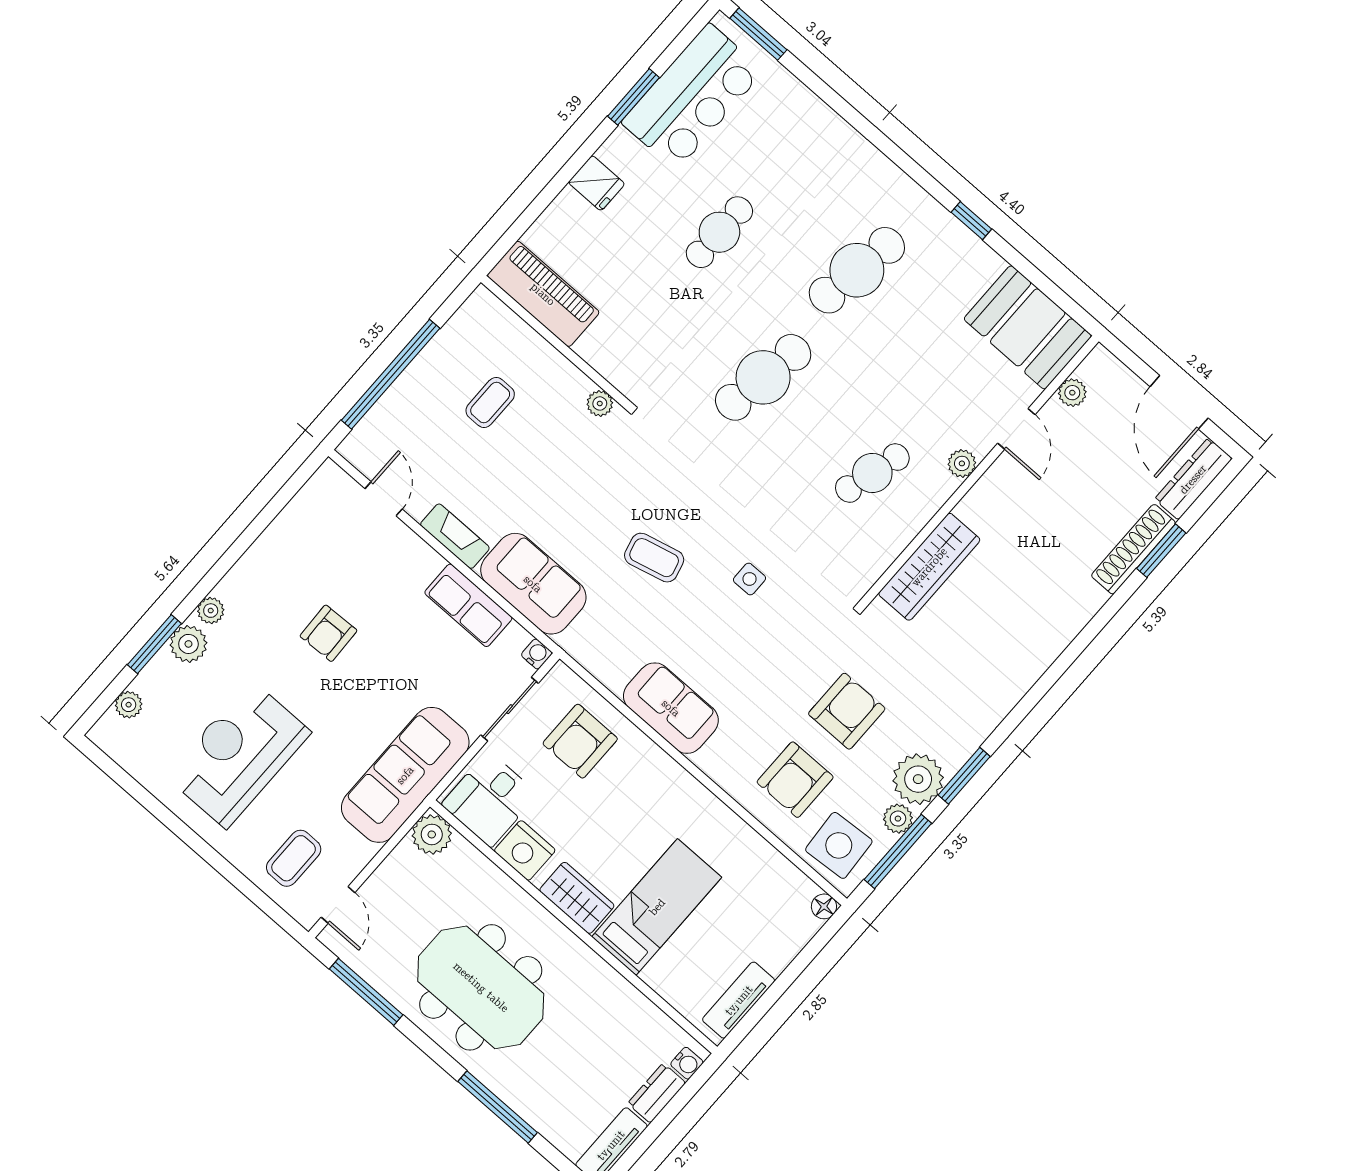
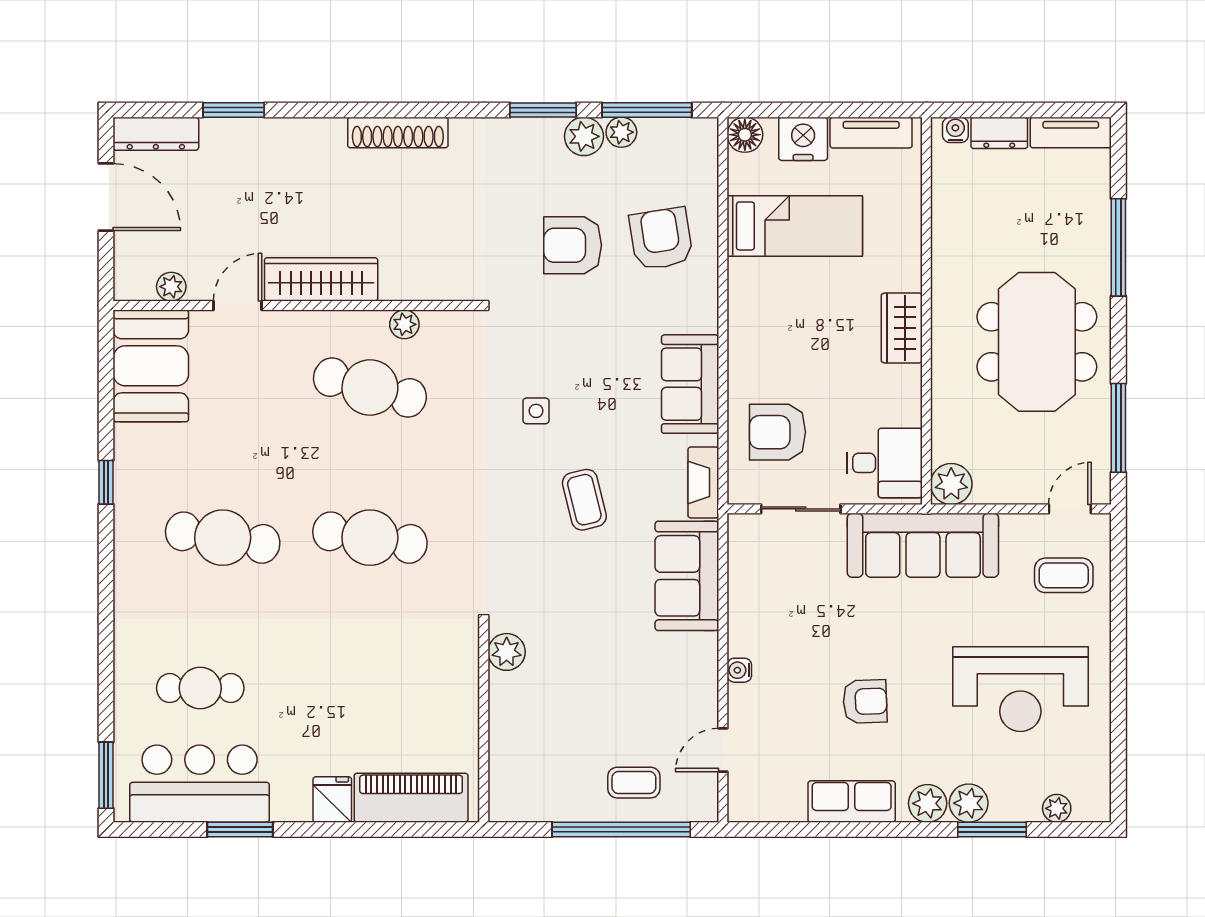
cafe table: (719, 232) -> (200, 688), moved
piano: (543, 294) -> (411, 798), moved, turned 90
coffee table: (490, 402) -> (634, 783), moved
door: (1179, 402) -> (106, 197), hinge flipped
plant: (600, 403) -> (507, 652), width x1.38, depth x1.38
plant: (962, 463) -> (404, 324), moved
cafe table: (872, 473) -> (370, 387), width x1.37, depth x1.35
fireplace: (455, 536) -> (703, 482), moved
shoe rack: (1133, 549) -> (398, 132), moved
wardrobe: (929, 567) -> (321, 279), moved
row of seats: (468, 605) -> (852, 802), moved, turned -90
plant: (211, 611) -> (928, 803), width x1.38, depth x1.38
water cooler: (537, 654) -> (739, 670), moved
armchair: (580, 741) -> (777, 432), turned 180
plant: (918, 779) -> (584, 136), width x0.73, depth x0.73
armchair: (795, 780) -> (661, 239), turned -99
side table: (839, 845) -> (682, 160), removed
nightstand: (525, 850) -> (803, 139), moved, turned -90
floor lamp: (824, 906) -> (745, 135), width x1.37, depth x1.37
bed: (657, 907) -> (795, 226), moved, turned 180

